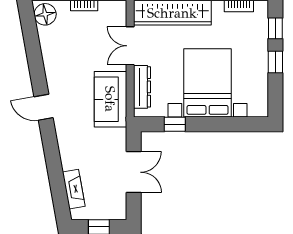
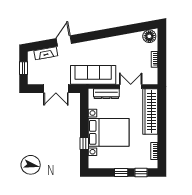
sofa: (110, 99) -> (93, 75), width x1.36
door: (44, 107) -> (64, 41), moved
window: (175, 124) -> (84, 144), moved

